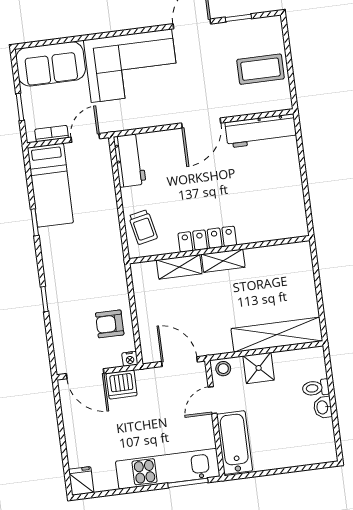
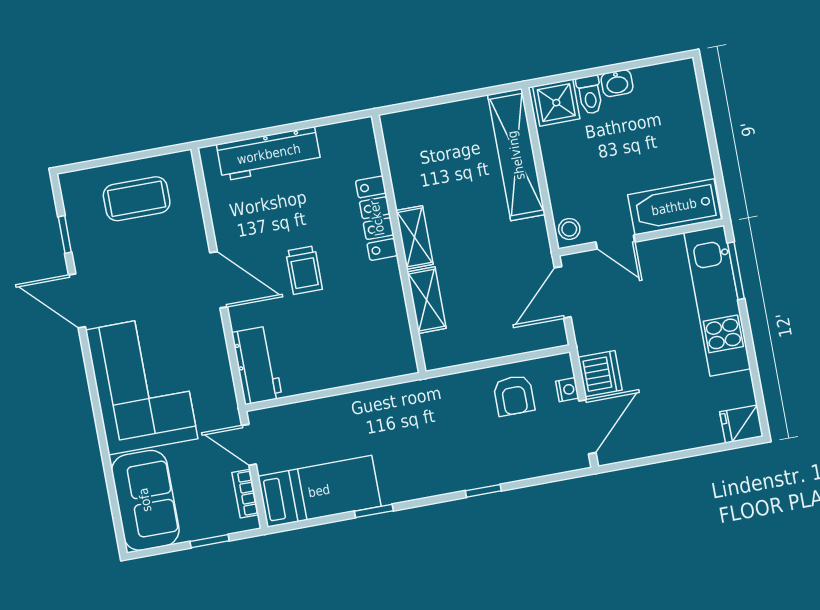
coffee table: (261, 69) -> (137, 199), turned 90
workbench: (261, 131) -> (269, 154), moved, turned 90
workbench: (130, 160) -> (257, 365), moved, turned 90
trolley: (143, 227) -> (304, 270), moved, turned 102
locker: (207, 239) -> (377, 218), moved
nightstand: (130, 359) -> (567, 390), moved
shower: (259, 368) -> (556, 103), moved

